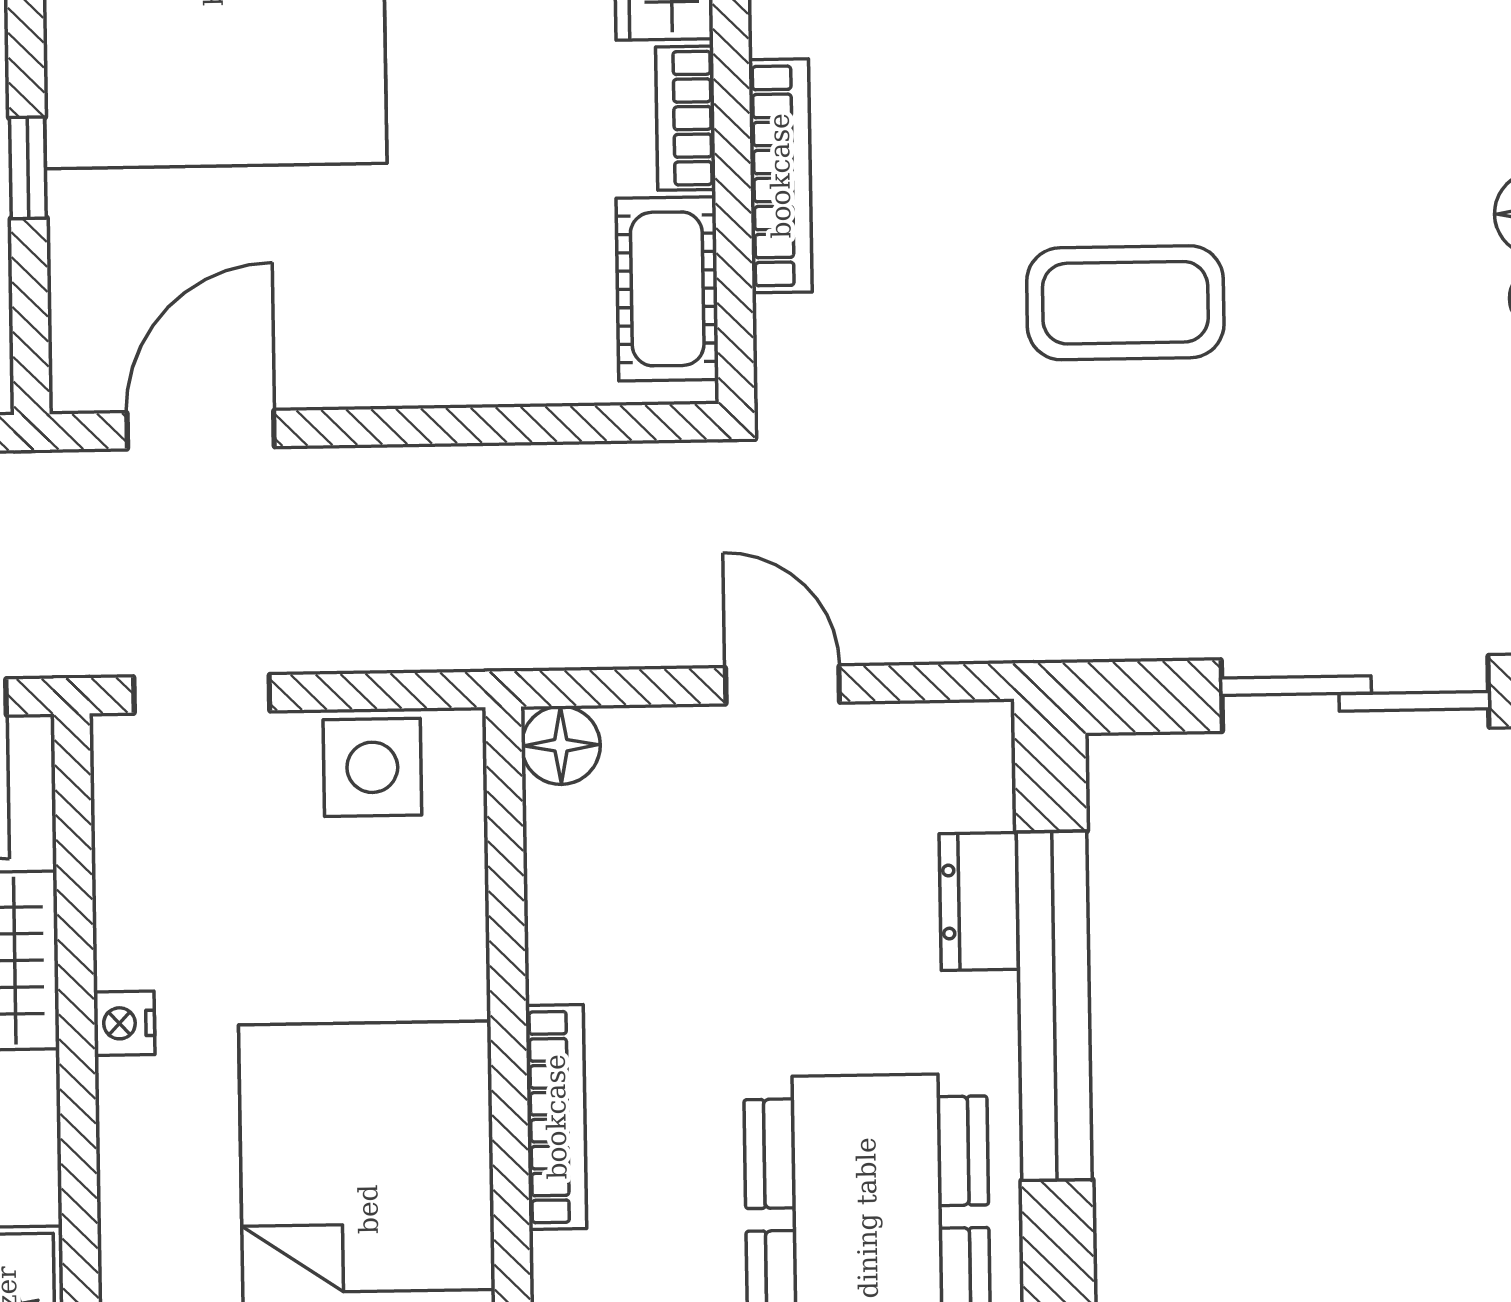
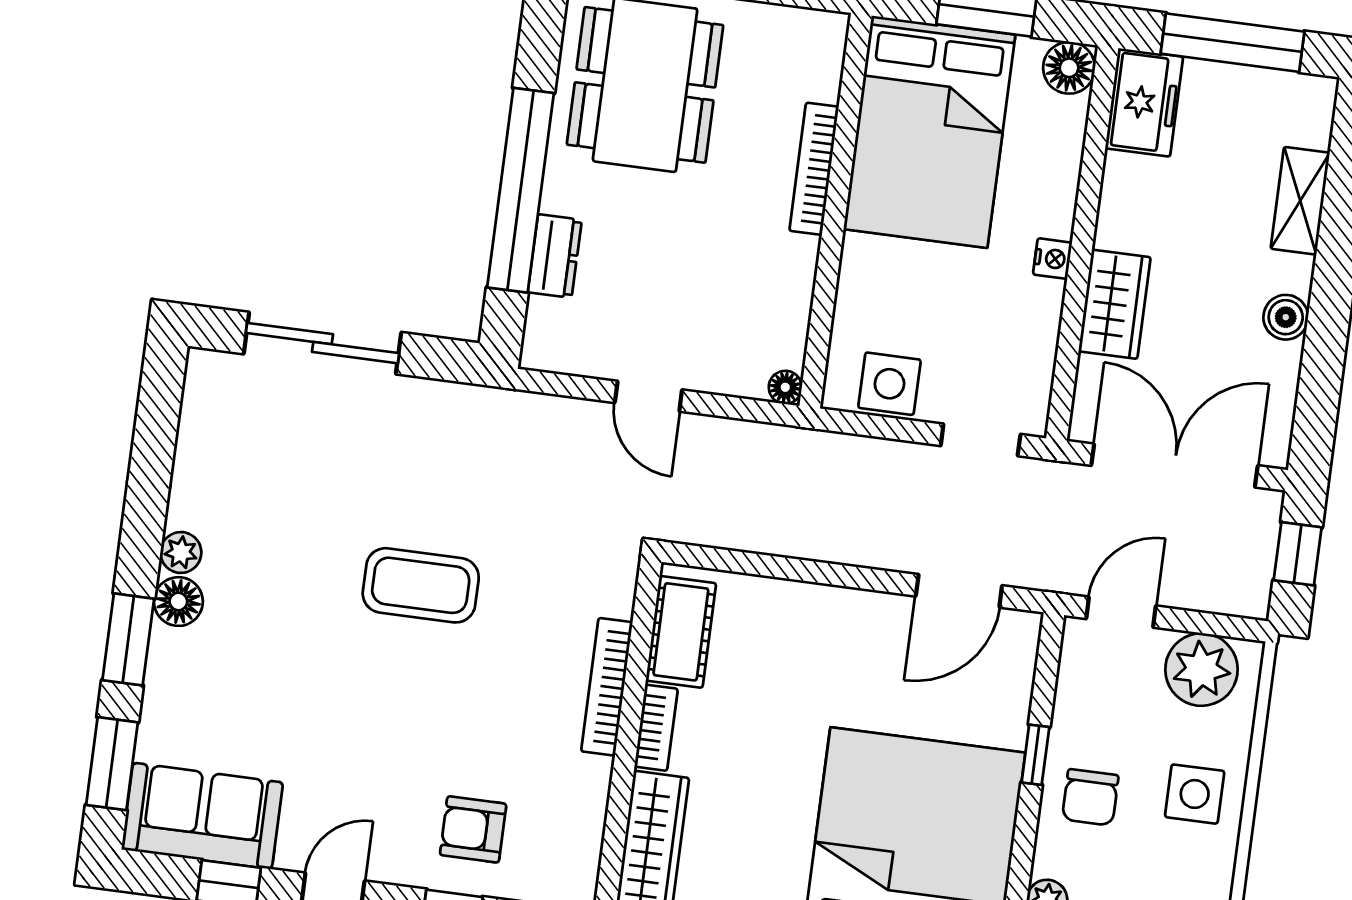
floor lamp: (561, 745) -> (785, 387), width x0.73, depth x0.73

